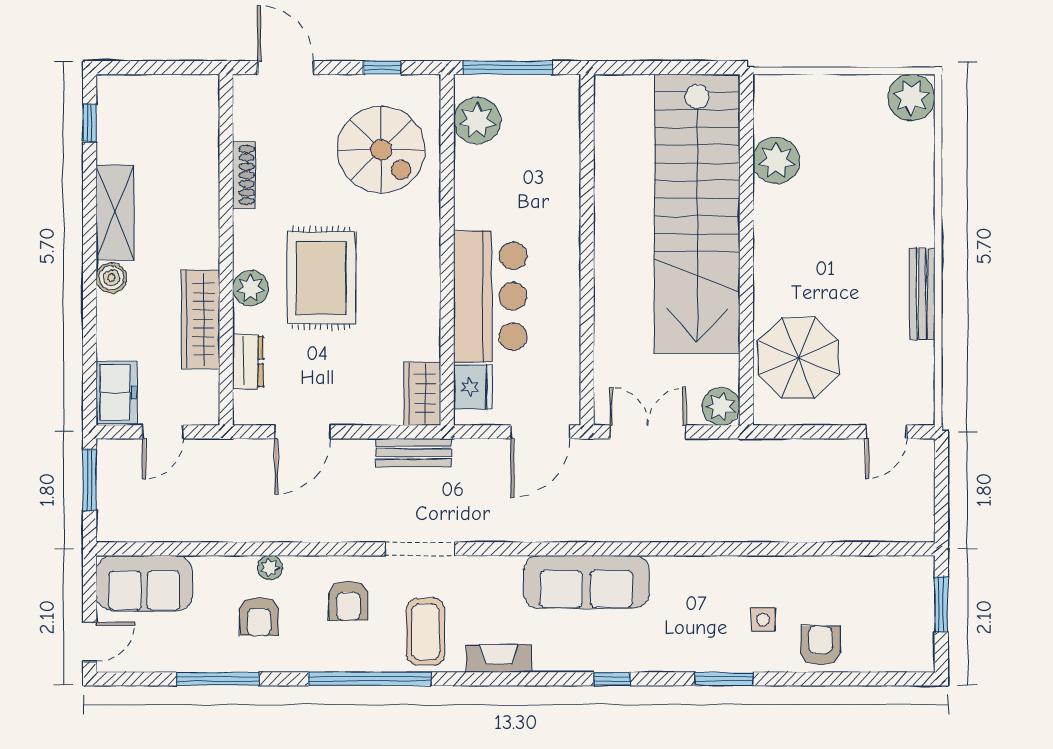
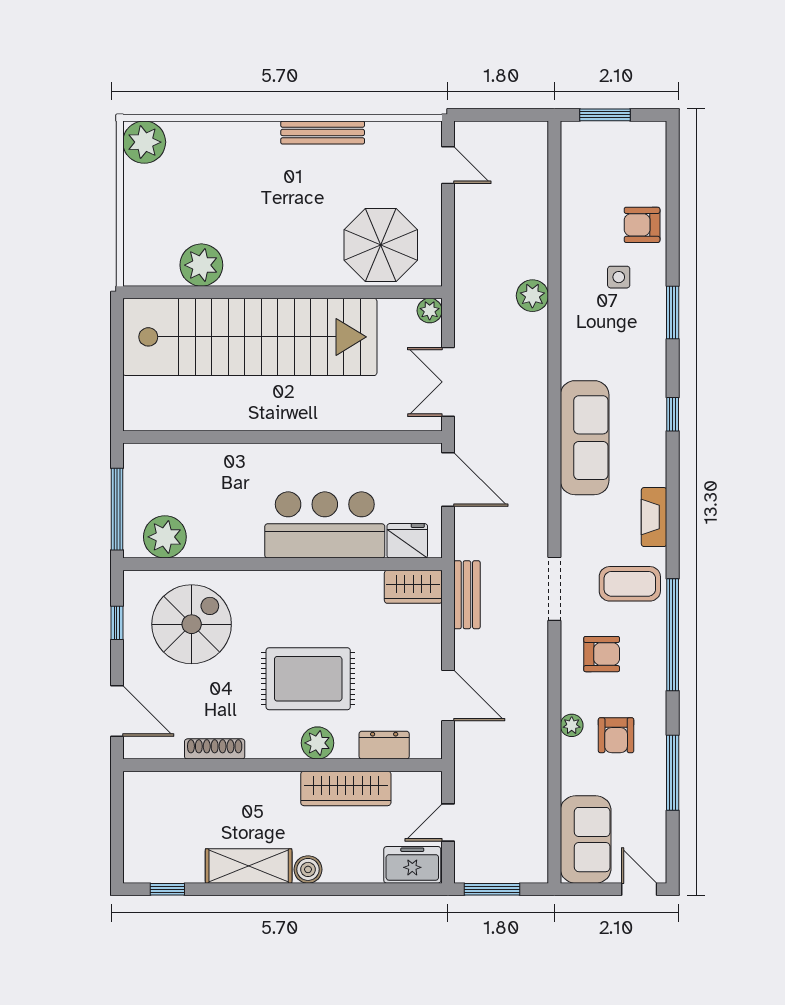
door: (286, 68) -> (117, 711), swing flipped
plant: (721, 406) -> (430, 311), width x0.73, depth x0.73
door: (163, 432) -> (448, 823), swing flipped
plant: (743, 525) -> (532, 296), added
armchair: (259, 617) -> (616, 735), turned 90

